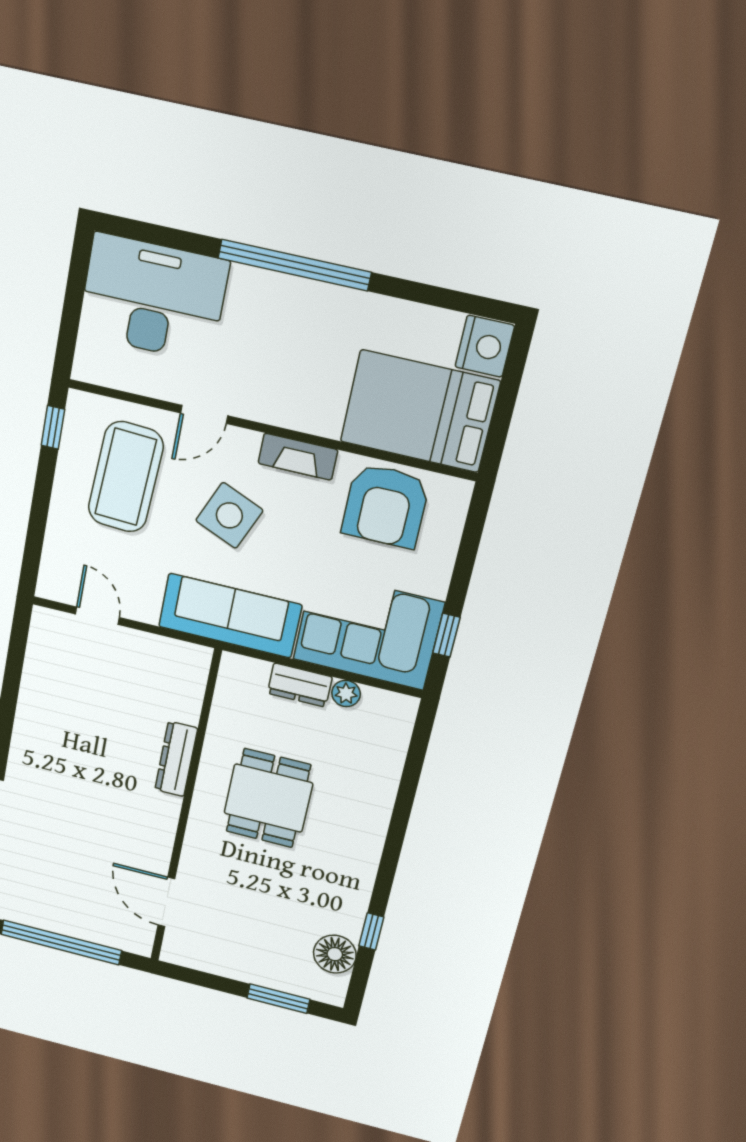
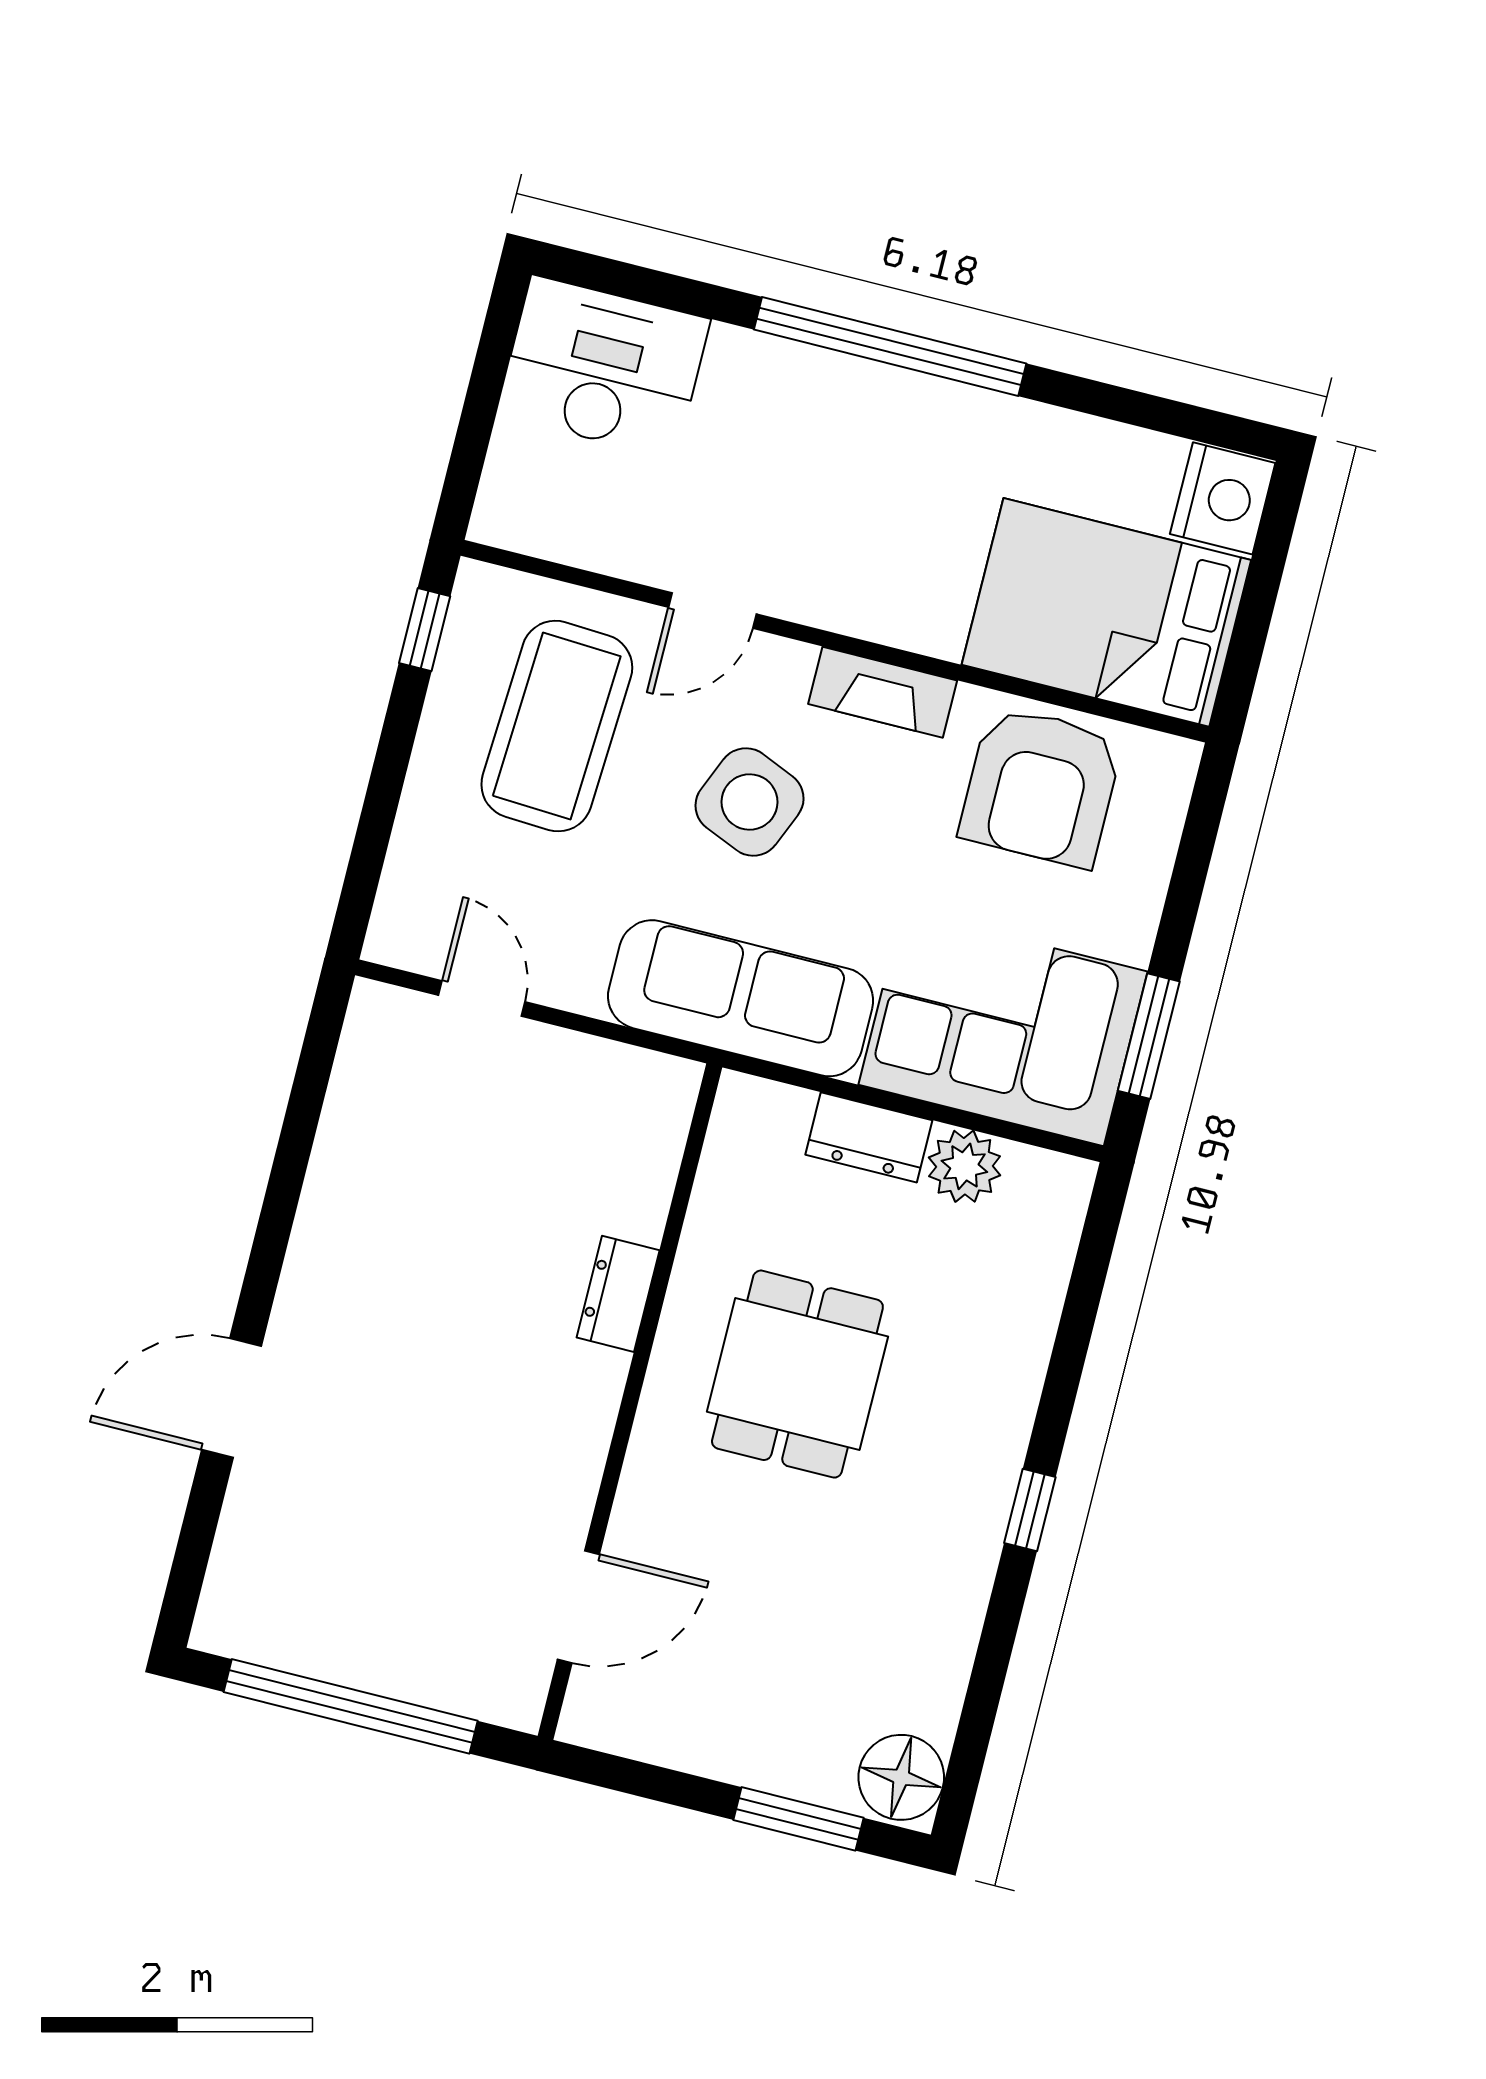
desk: (153, 298) -> (604, 367), width x0.73, depth x0.77
window: (446, 635) -> (1149, 1036), width x1.50
plant: (346, 694) -> (964, 1166), width x1.38, depth x1.38
dresser: (176, 759) -> (618, 1294), width x0.70
door: (166, 902) -> (578, 1607), swing flipped
window: (371, 931) -> (1030, 1510), moved
floor lamp: (335, 954) -> (901, 1777), moved

